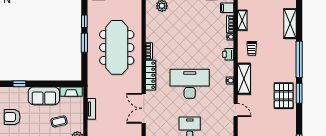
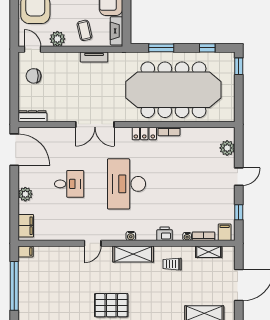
window: (84, 43) -> (161, 48), moved
meeting table: (117, 47) -> (173, 90), width x1.36, depth x1.27
locker: (151, 75) -> (144, 134), width x0.66
desk: (190, 84) -> (126, 184), turned 180
double door: (144, 108) -> (95, 124), swing flipped
coffee table: (59, 121) -> (84, 30), moved

